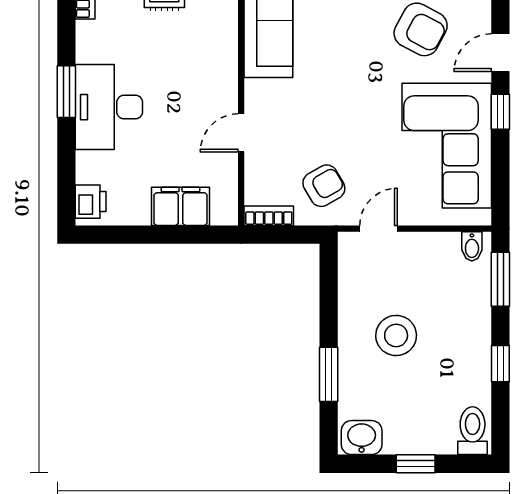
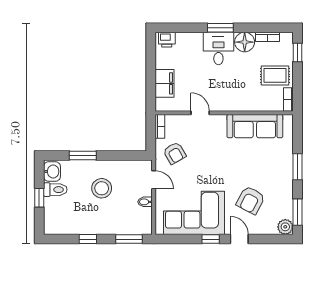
floor lamp: (96, 42) -> (245, 42), added
desk: (109, 107) -> (218, 48), width x0.73
bidet: (472, 246) -> (145, 202), moved
toilet: (473, 431) -> (55, 190), moved

